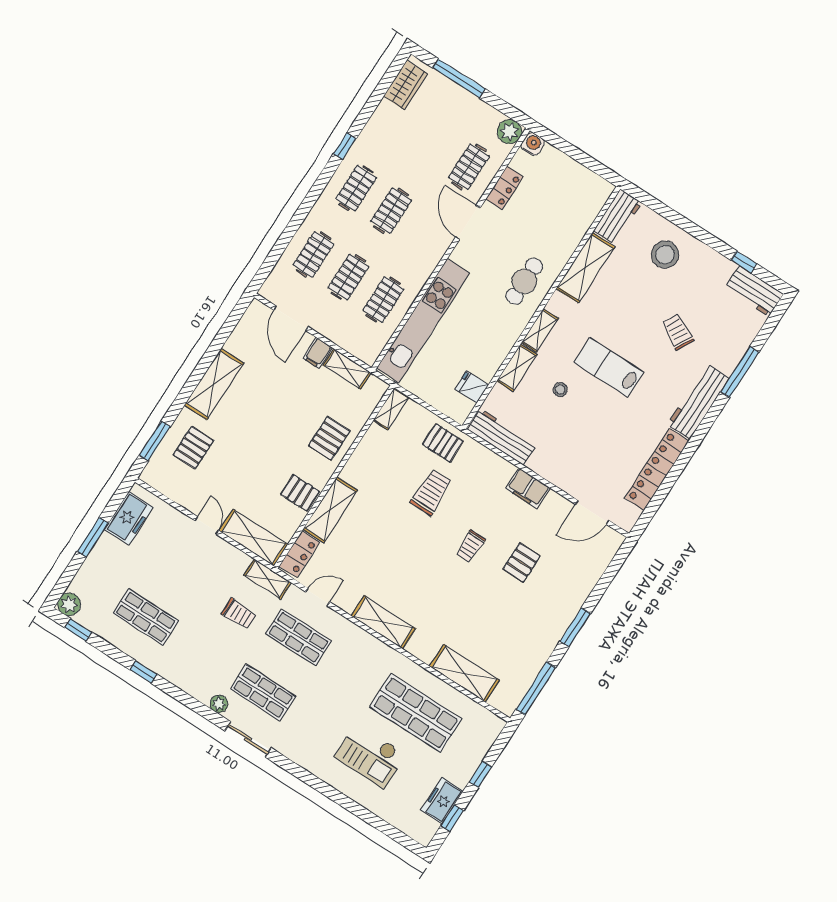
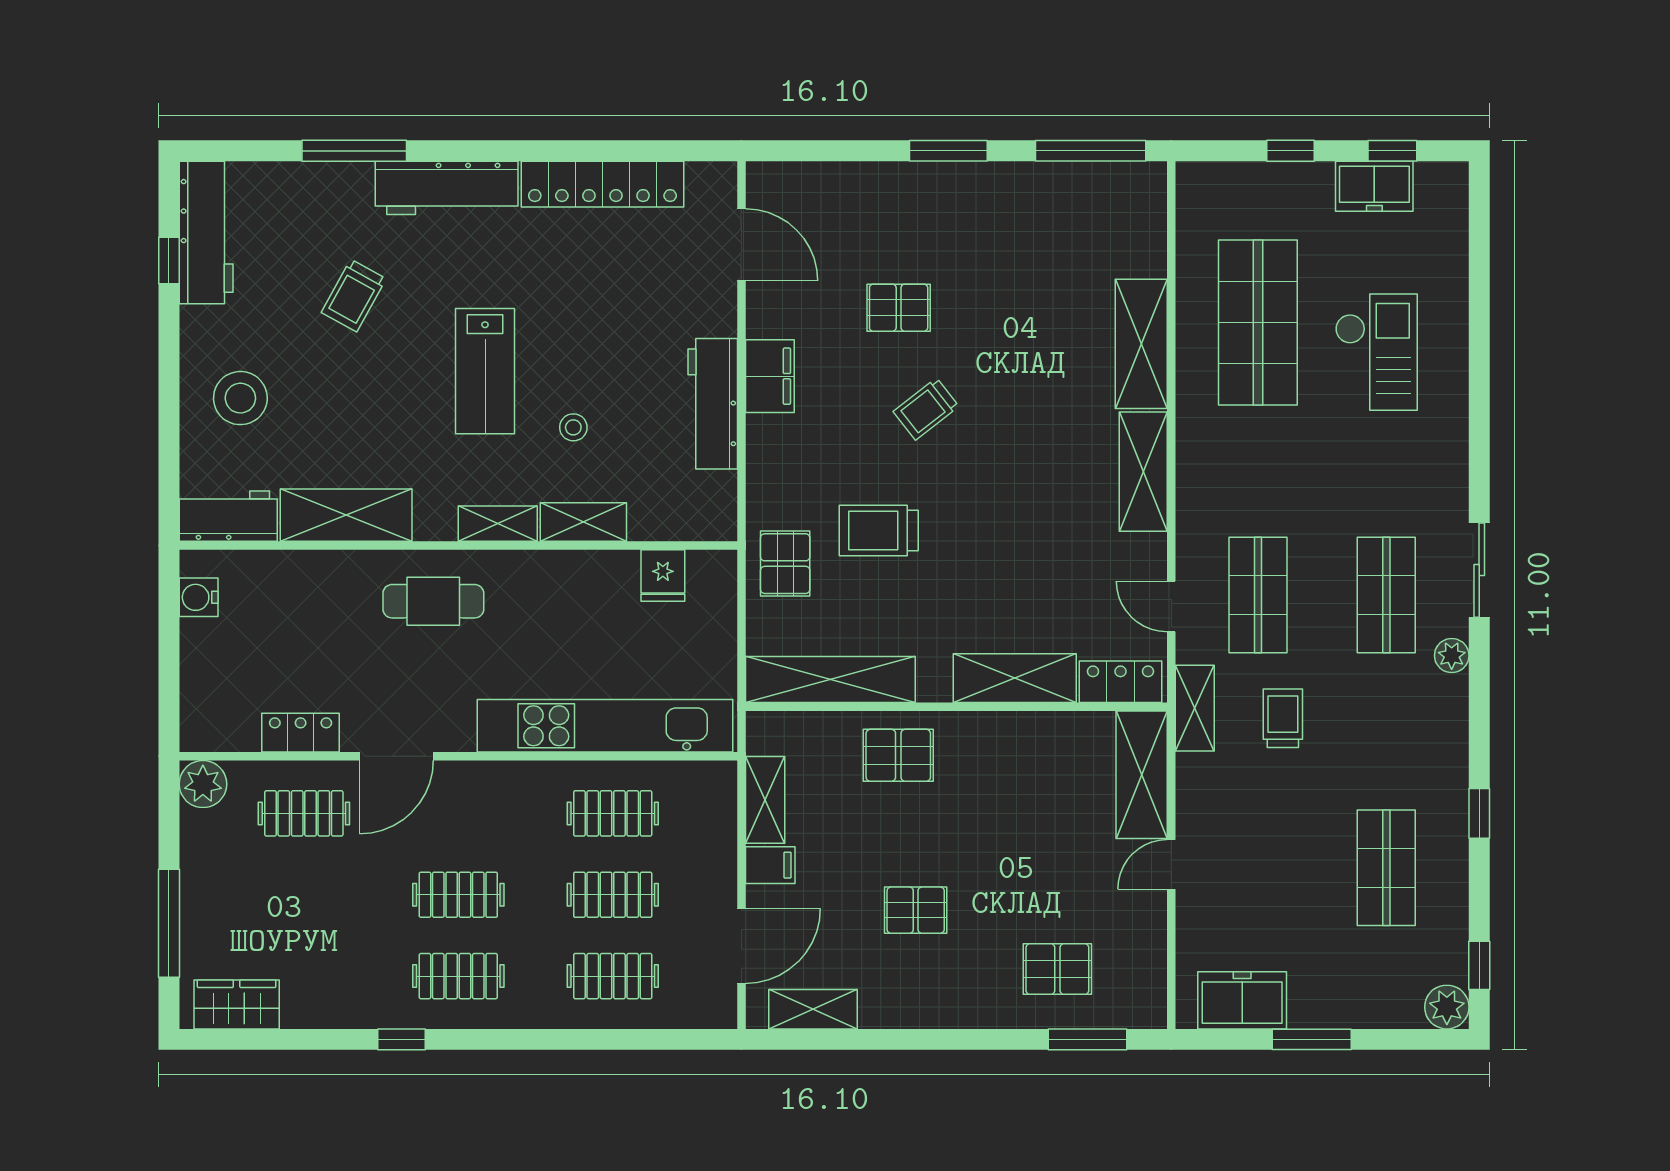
water cooler: (533, 144) -> (199, 597), moved
workbench: (754, 291) -> (206, 232), width x1.38
shelving: (214, 384) -> (813, 1009), moved, width x0.67, depth x0.75
shelving: (391, 409) -> (830, 679), width x2.20, depth x1.33
workbench: (502, 437) -> (713, 404), moved
pallet: (300, 493) -> (916, 910), moved, turned 90
trolley: (470, 546) -> (926, 409), turned 142
shelving: (464, 673) -> (1141, 344), moved

